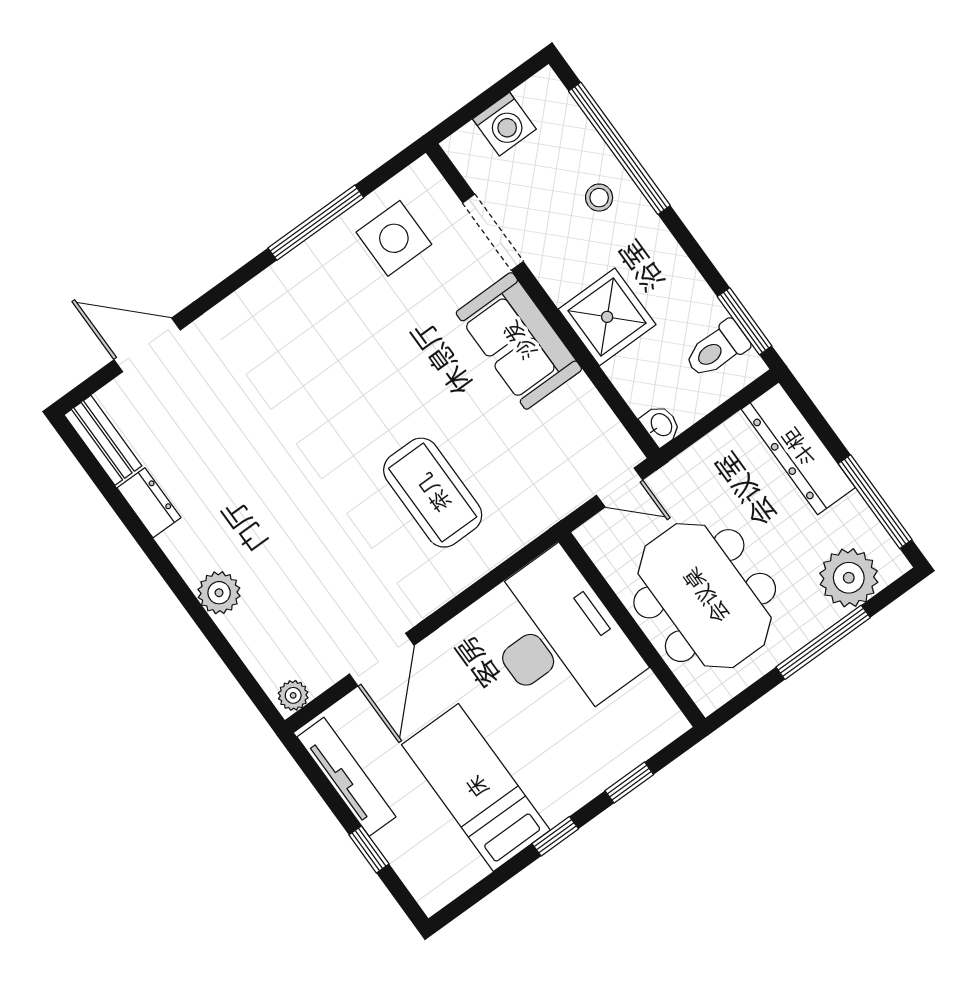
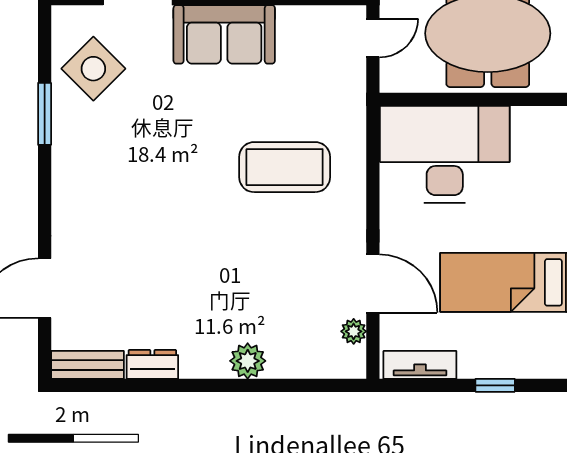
window: (316, 223) -> (45, 114), width x0.69
side table: (394, 238) -> (93, 69), turned 45
plant: (293, 695) -> (354, 331), moved
tv unit: (346, 777) -> (420, 365), width x0.71

